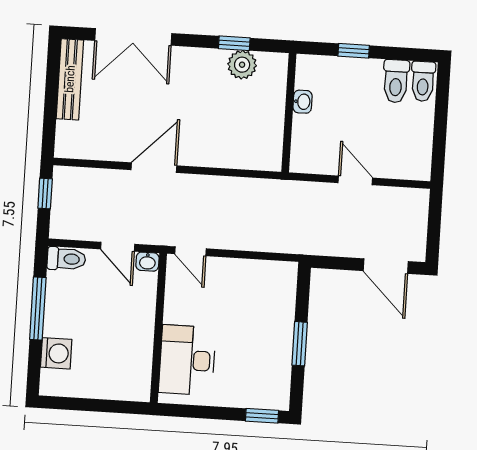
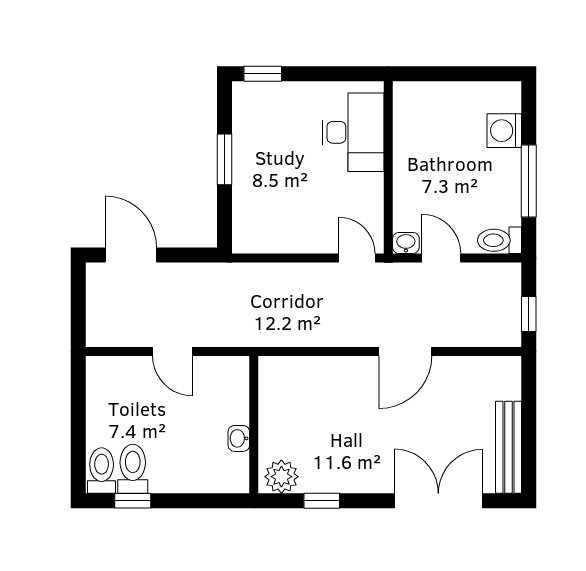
window: (354, 51) -> (133, 501), moved
plant: (242, 65) -> (281, 477), moved

